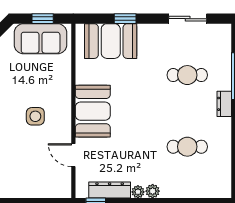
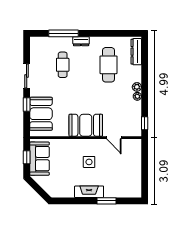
sliding door: (188, 19) -> (27, 76), moved
cafe table: (187, 147) -> (108, 65), width x1.37, depth x1.35
door: (73, 155) -> (114, 138), hinge flipped
dresser: (110, 190) -> (136, 52), moved

